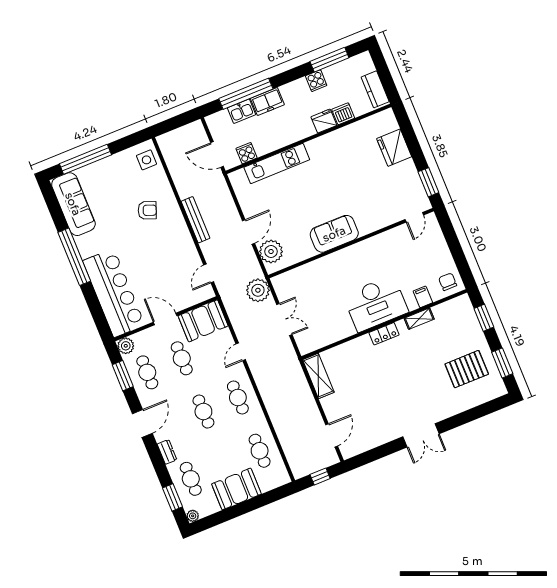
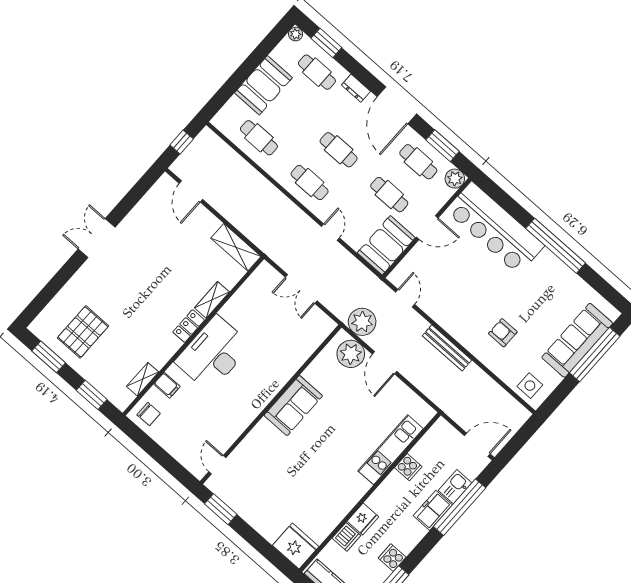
fridge: (394, 148) -> (296, 546), moved
cooker: (246, 153) -> (408, 467), moved
door: (217, 155) -> (477, 445), moved
sofa: (73, 204) -> (577, 340), moved, turned 90
armchair: (147, 210) -> (503, 333), turned 69
plant: (258, 290) -> (362, 322), moved
shelving: (419, 319) -> (143, 379), moved
shelving: (356, 345) -> (212, 300), added
door: (142, 423) -> (397, 105), width x1.36

